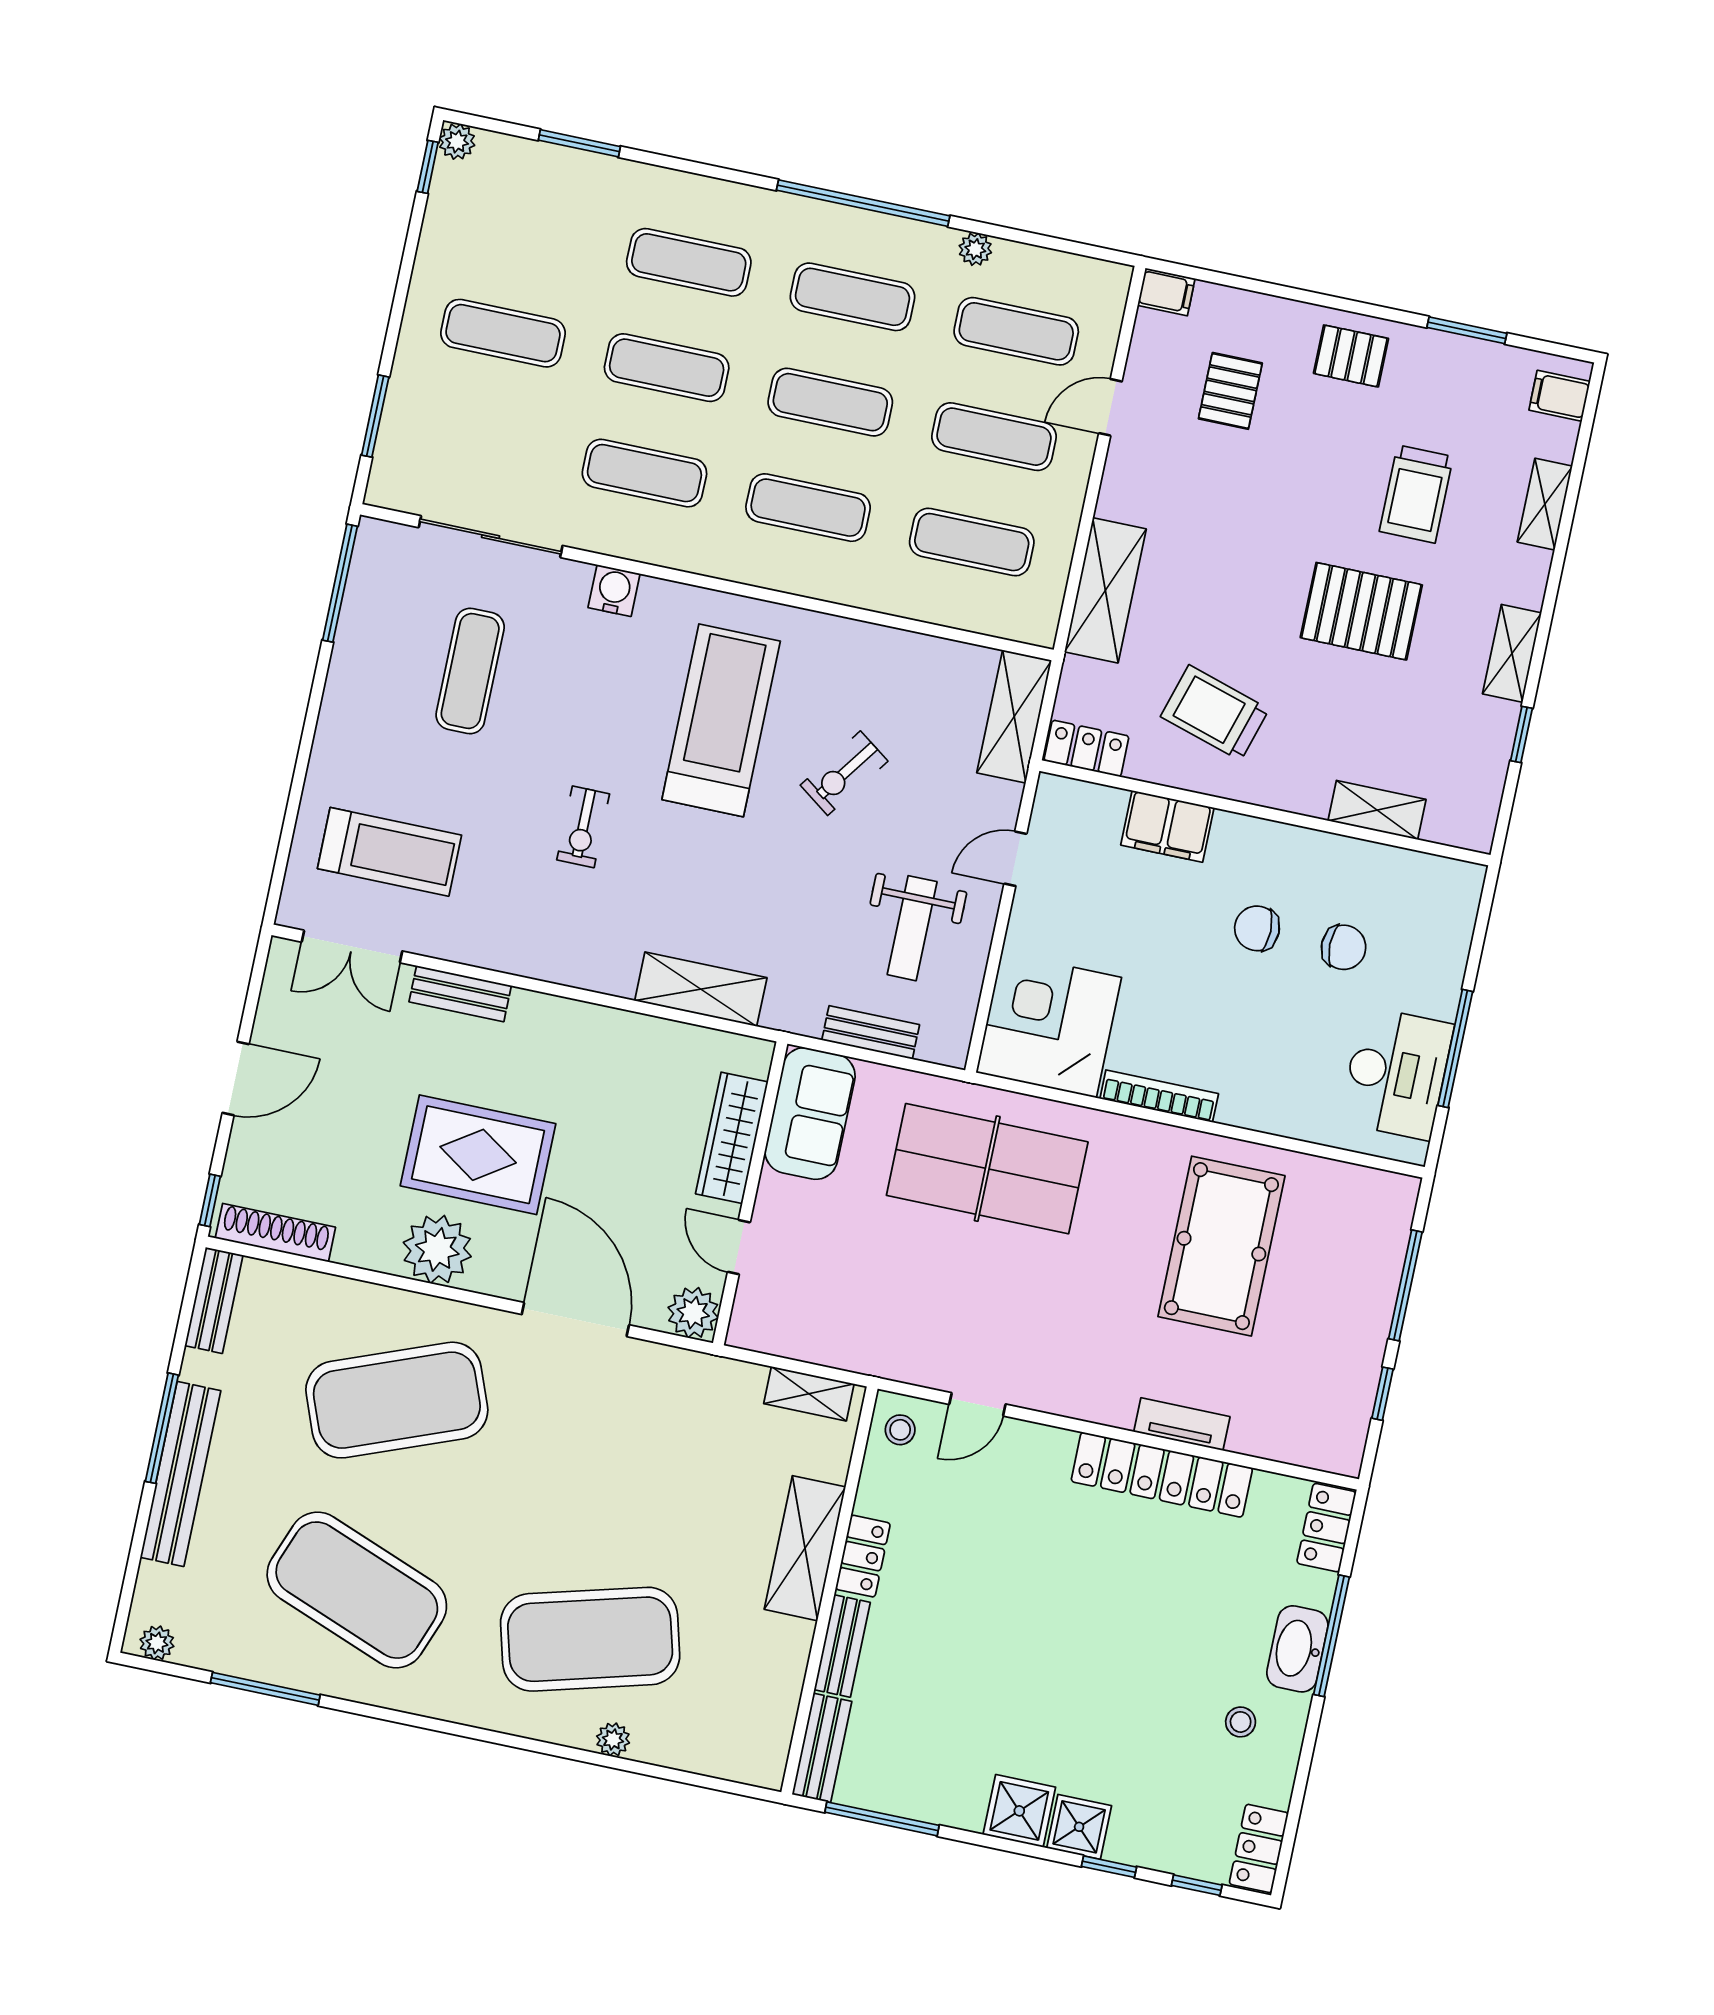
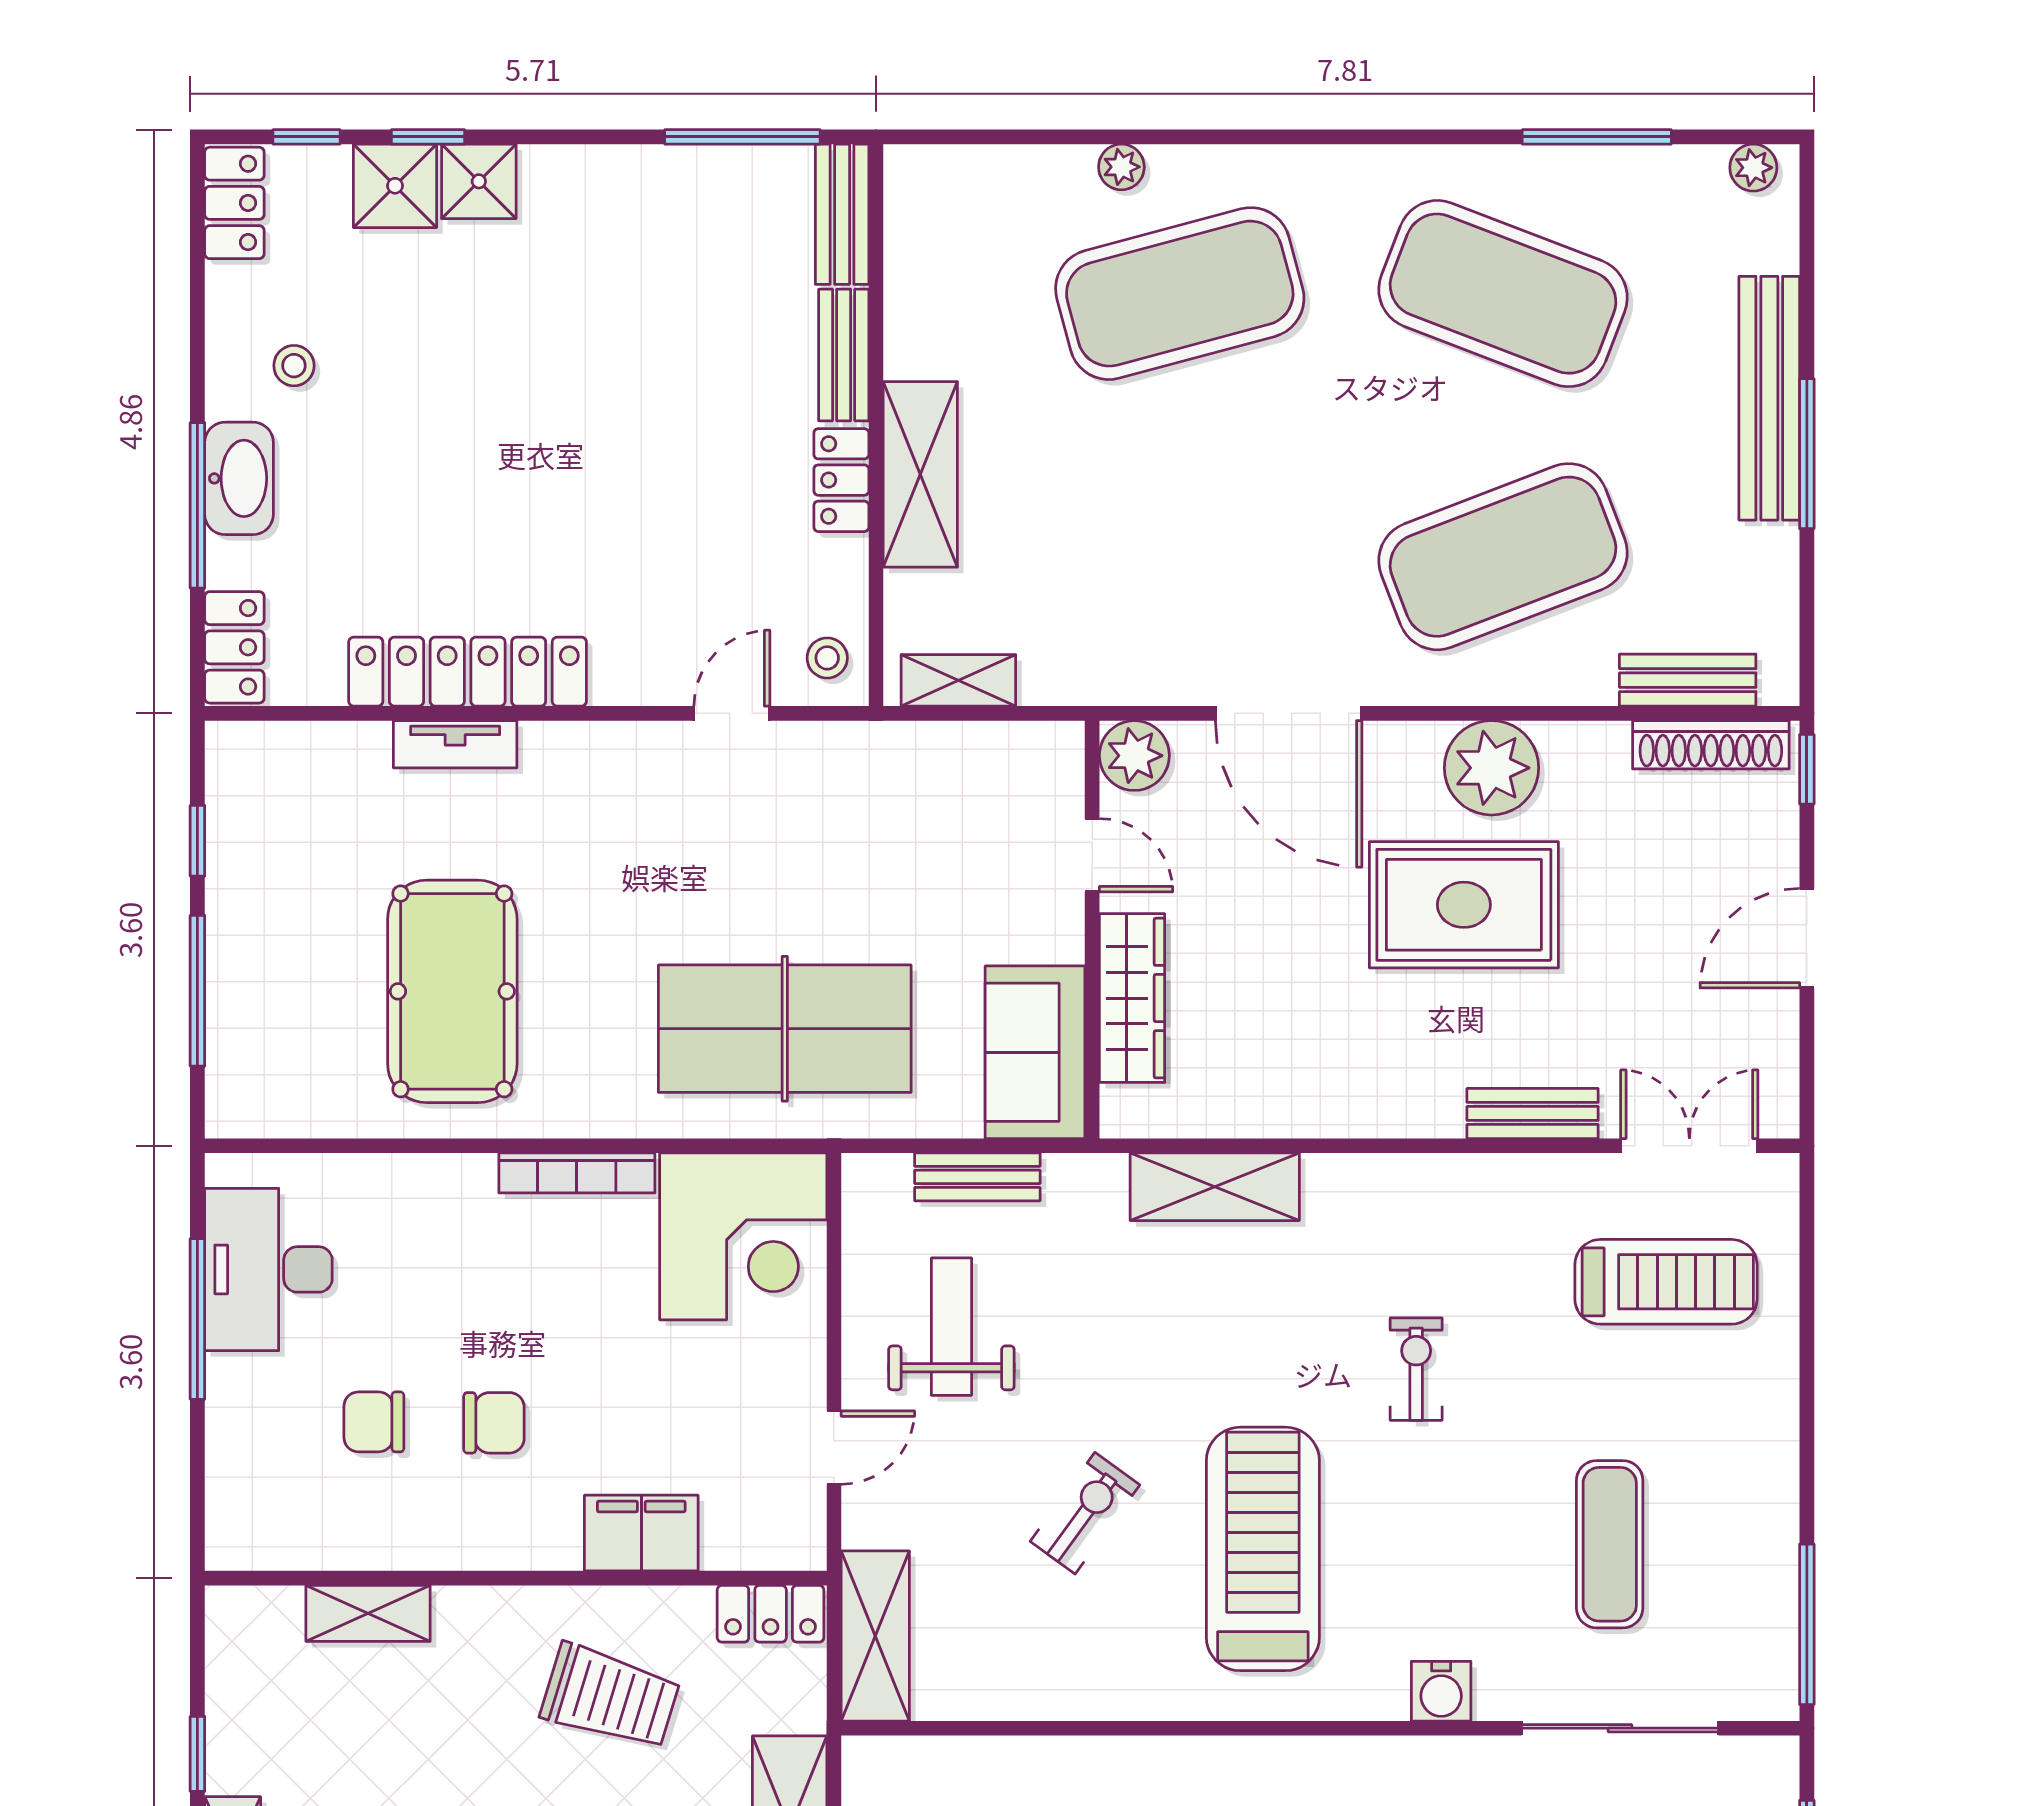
treadmill: (721, 720) -> (1263, 1549), turned 180
treadmill: (390, 852) -> (1666, 1282), turned 180
bench: (214, 1300) -> (1688, 680), moved, turned 90
shower: (1019, 1811) -> (395, 186), moved

